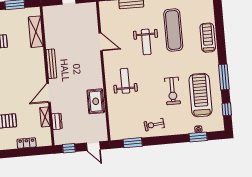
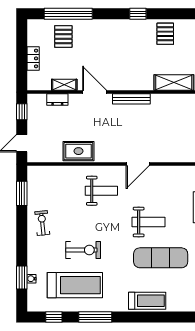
door: (101, 42) -> (138, 164), moved
weight bench: (146, 42) -> (148, 222), turned 180
exercise bike: (172, 91) -> (83, 250), turned 180

